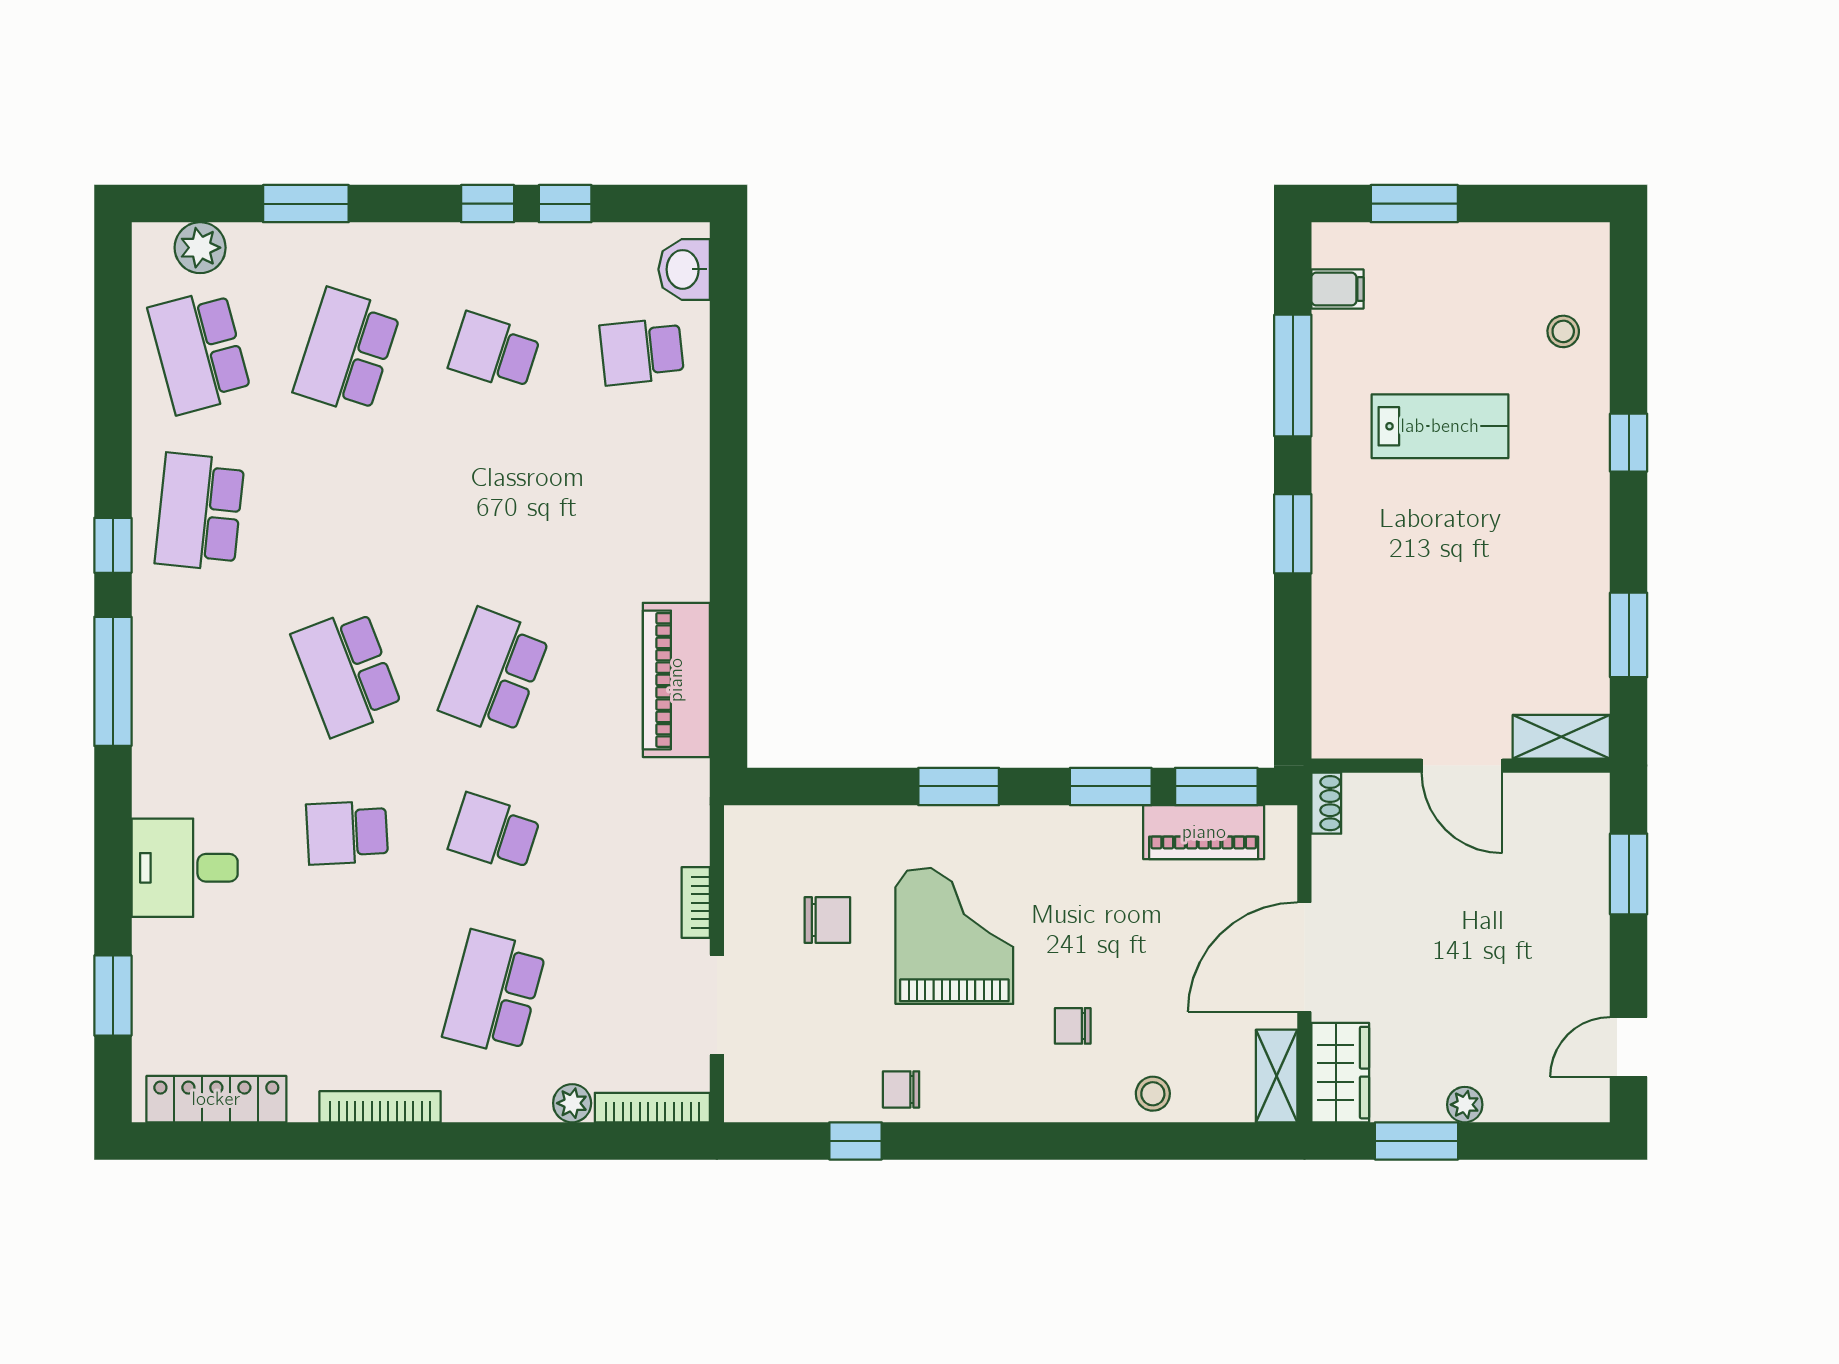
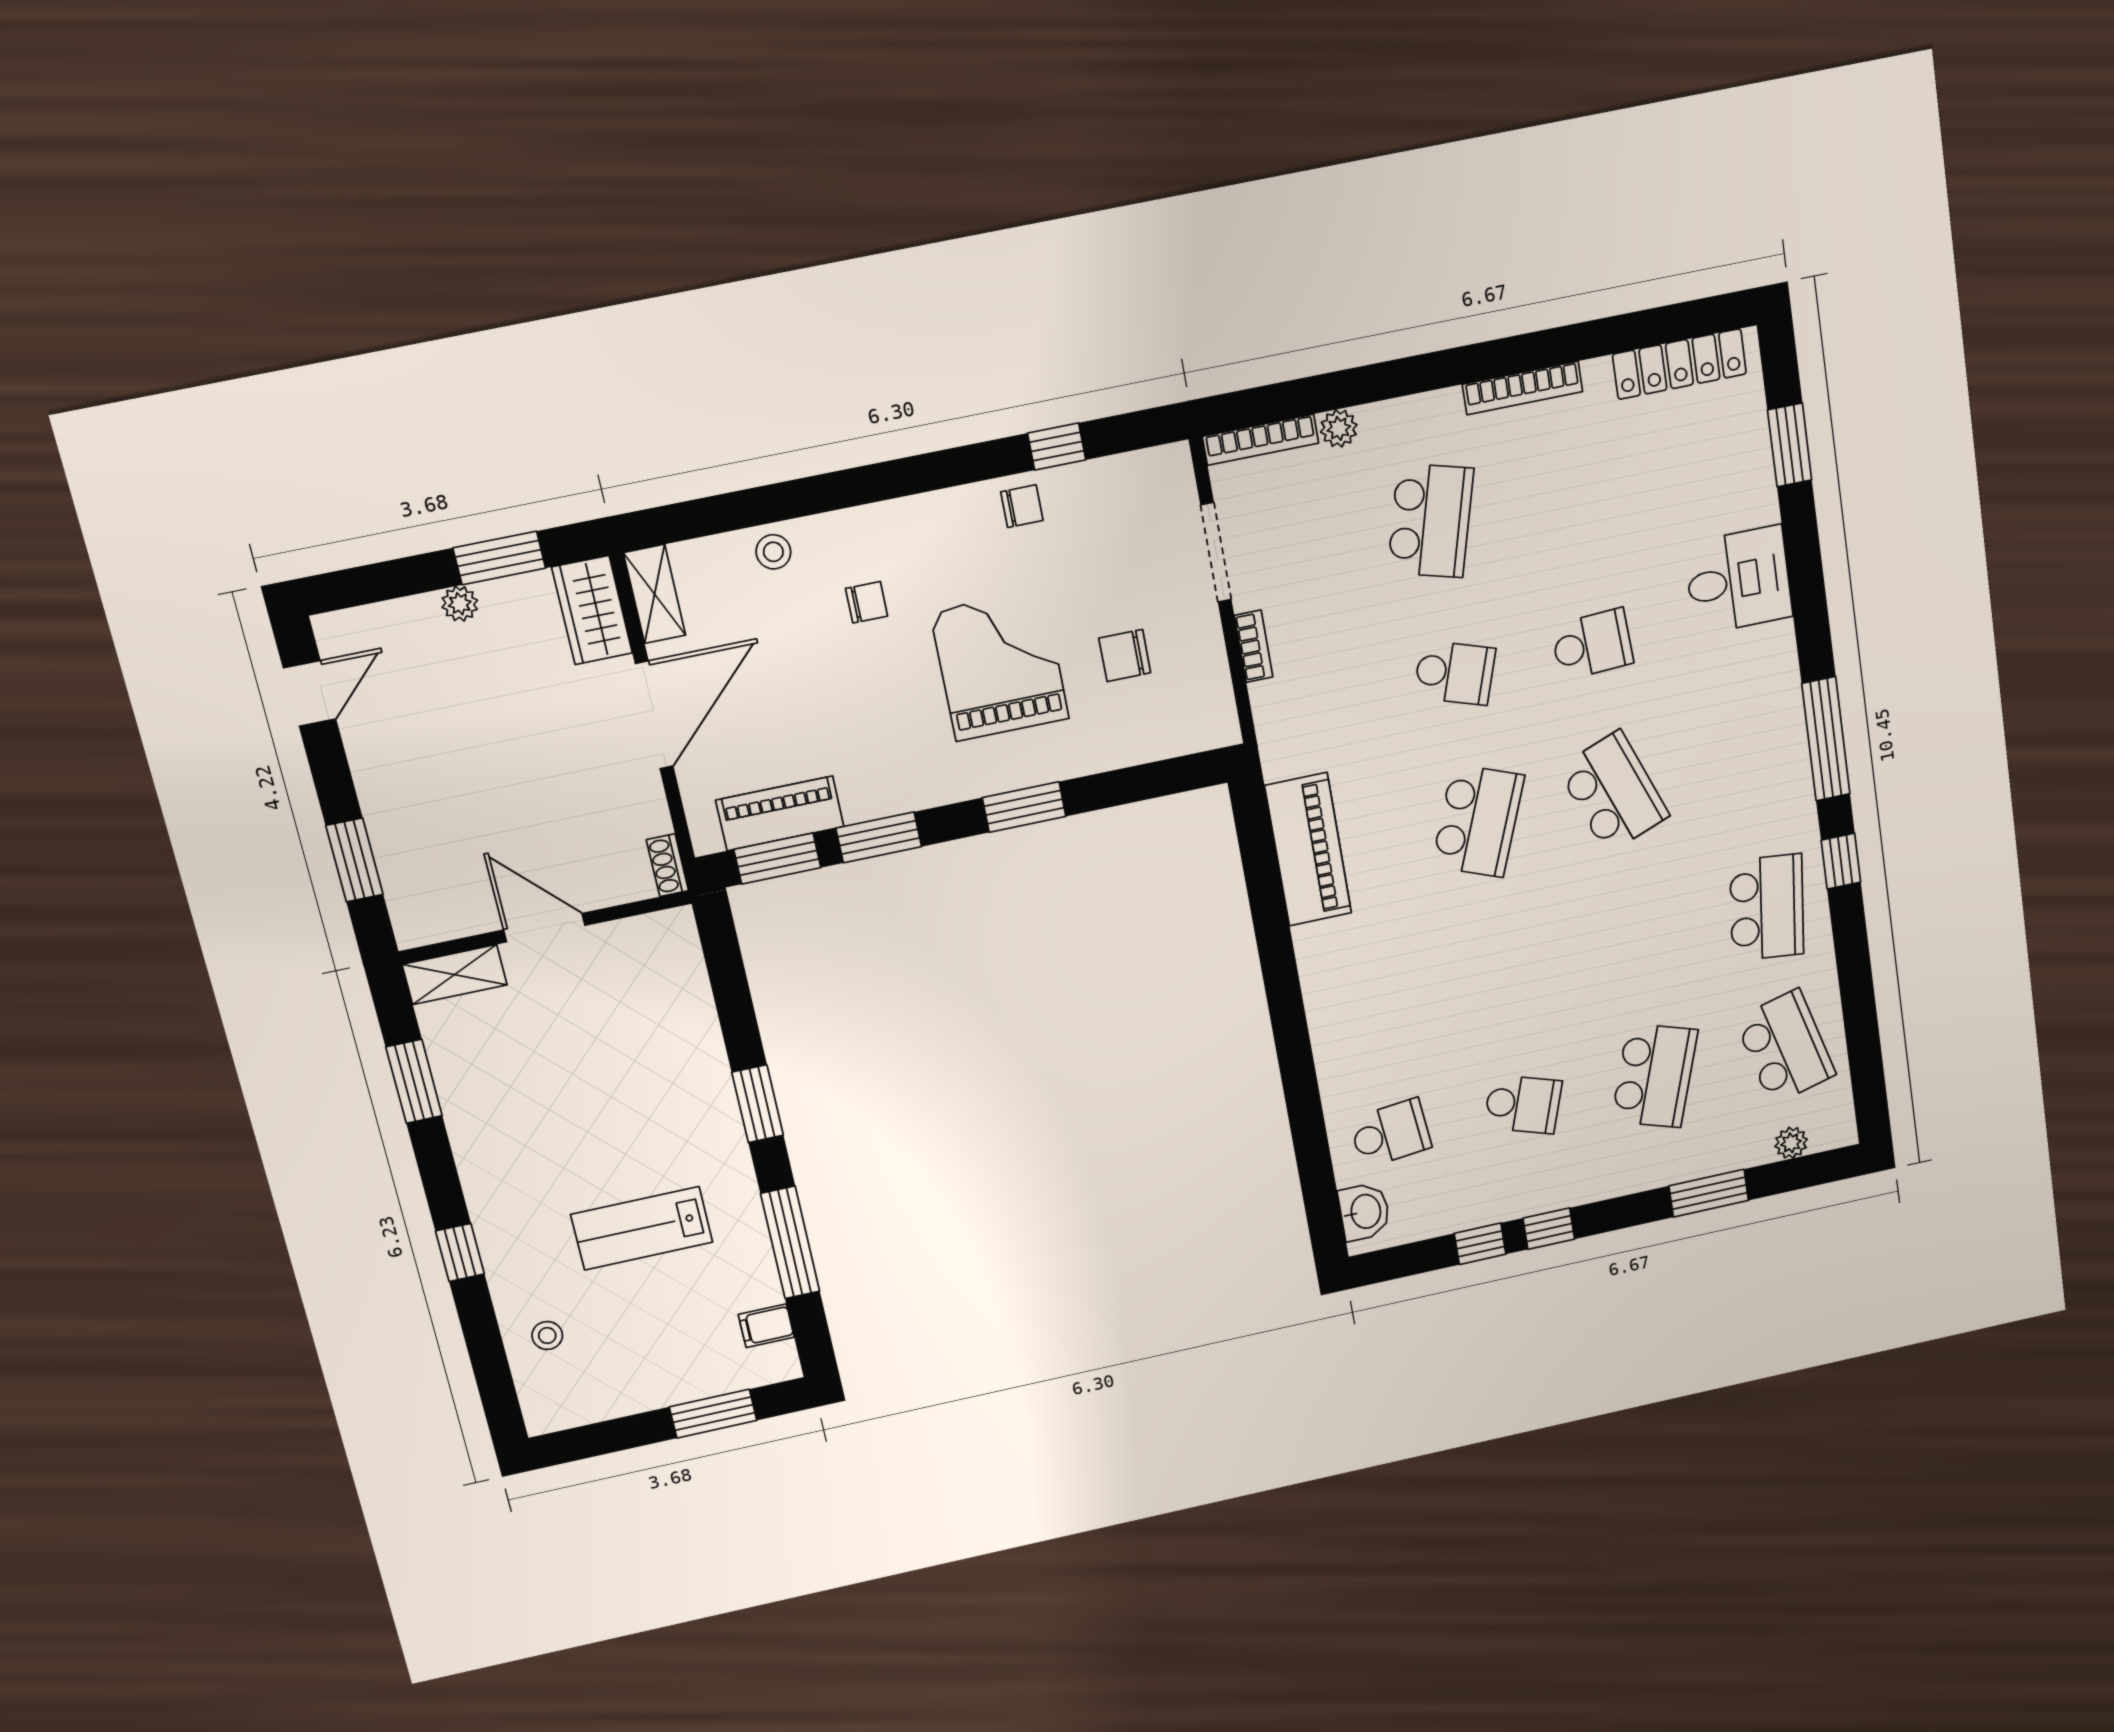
plant: (200, 248) -> (1791, 1143), width x0.73, depth x0.73
grand piano: (954, 936) -> (1000, 665), turned 180

